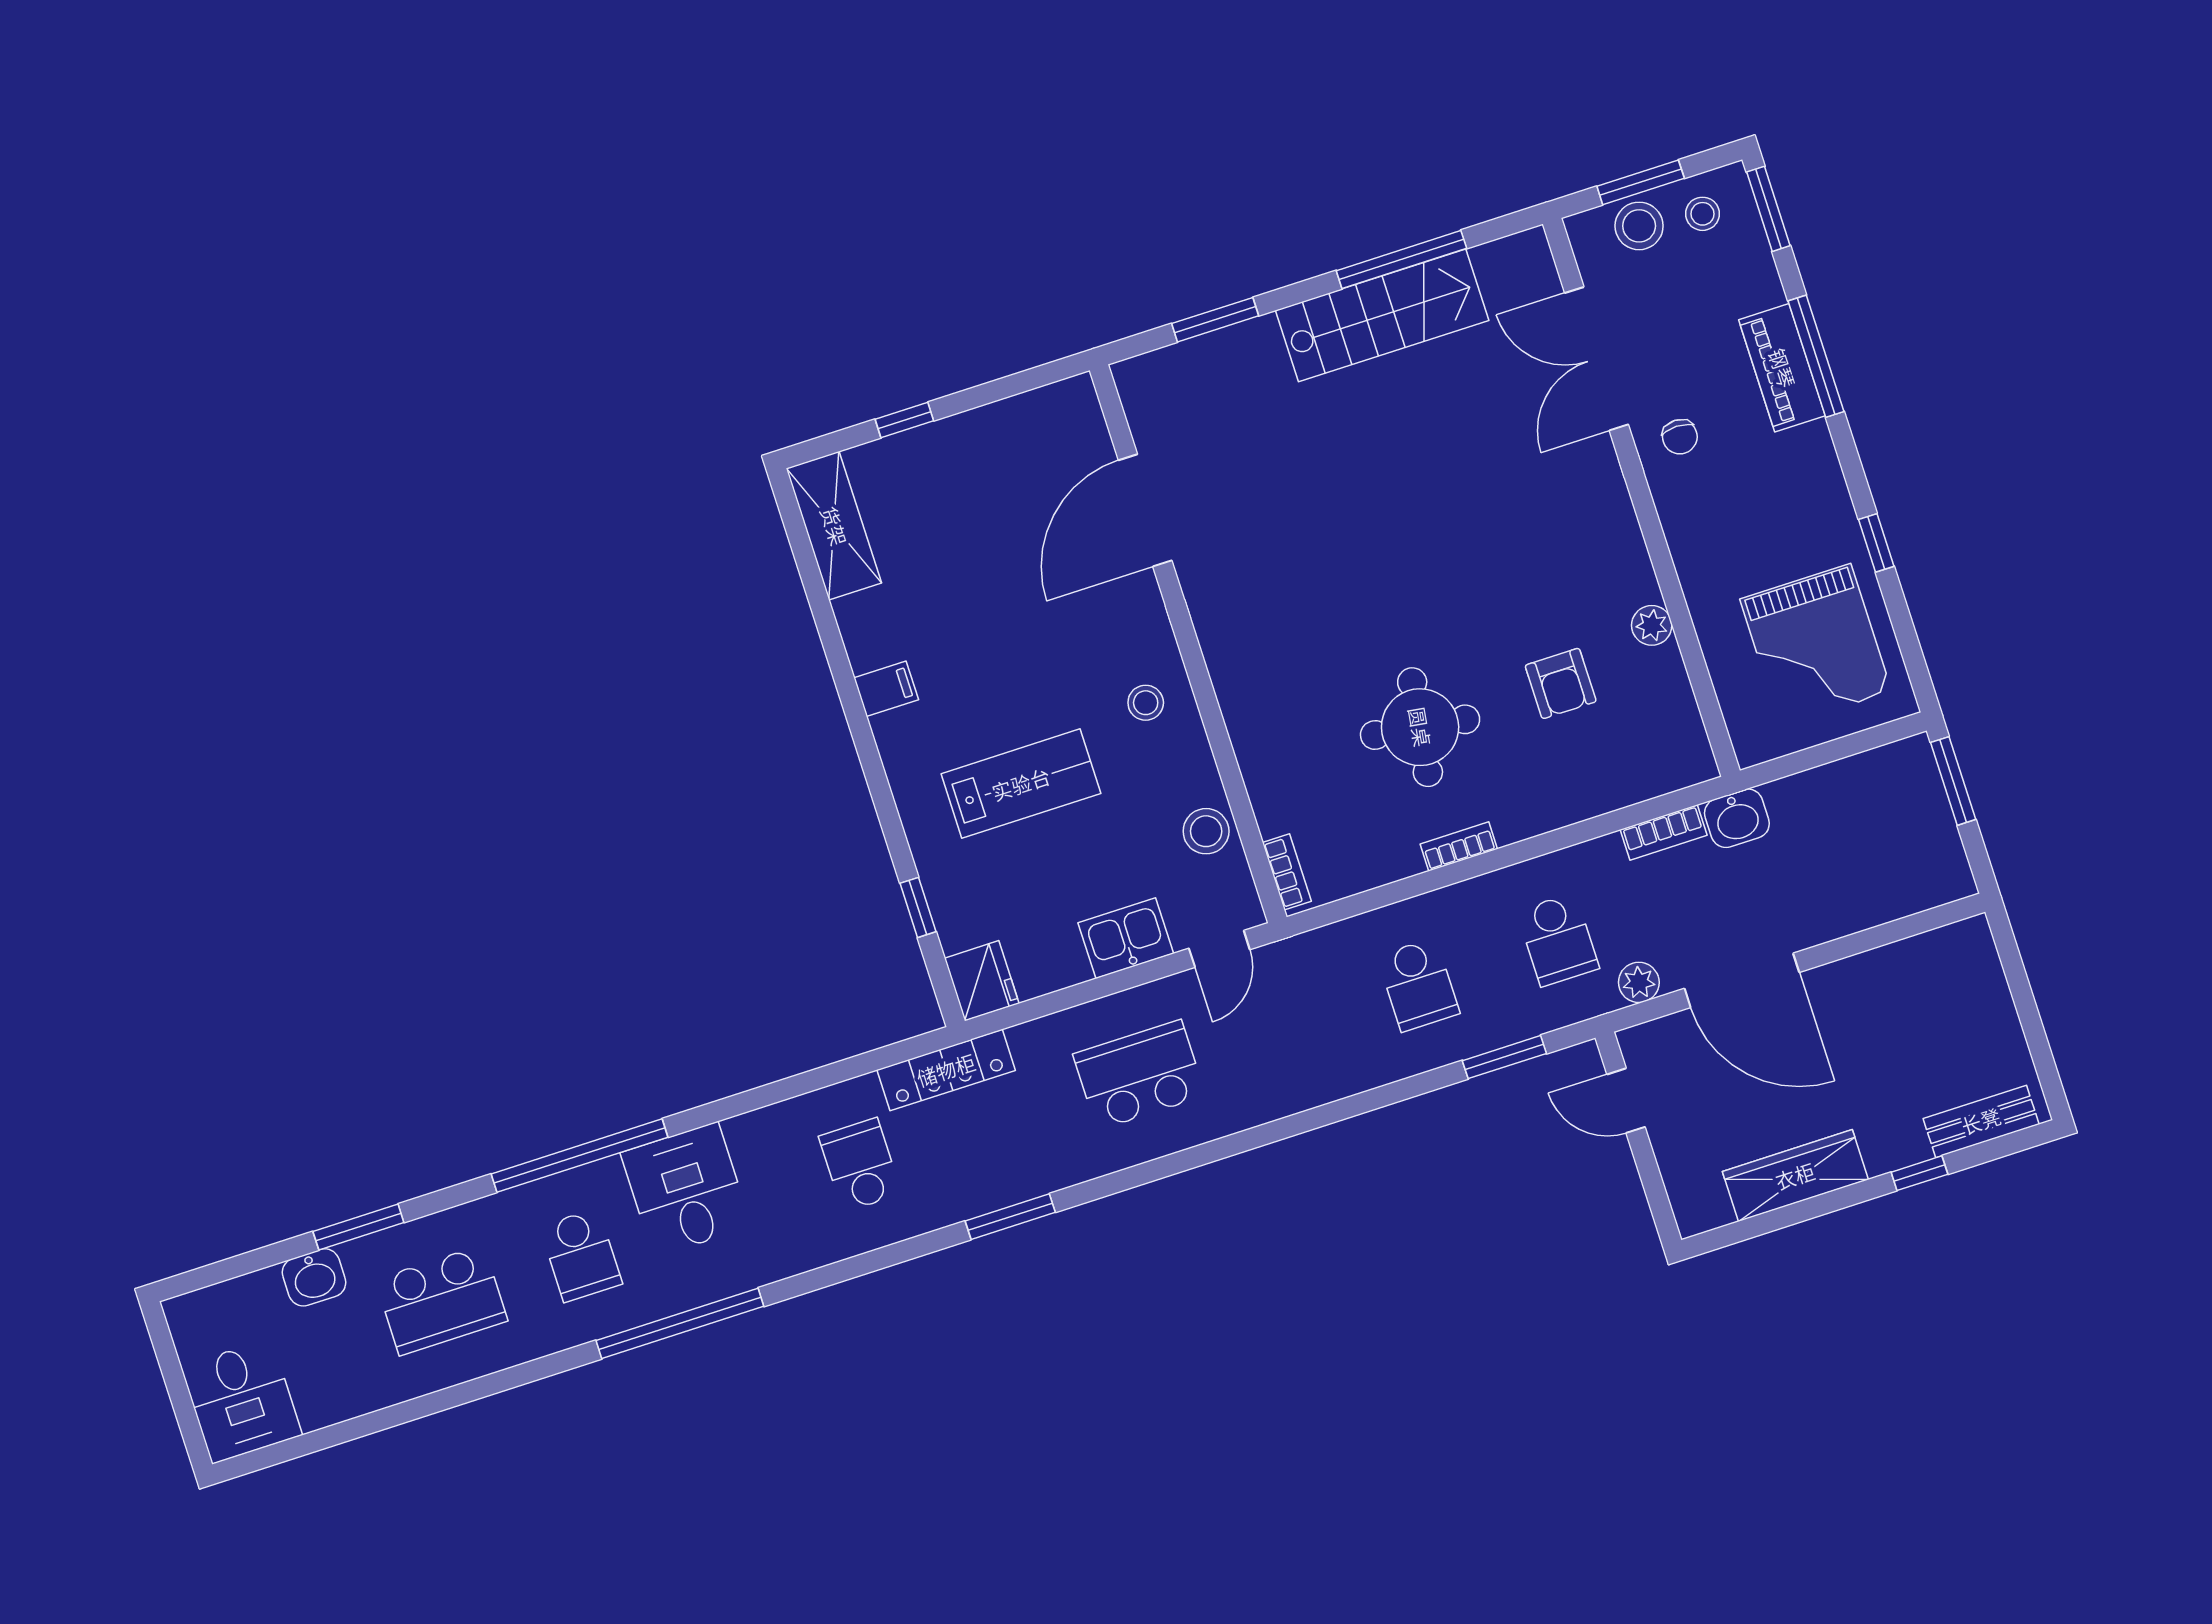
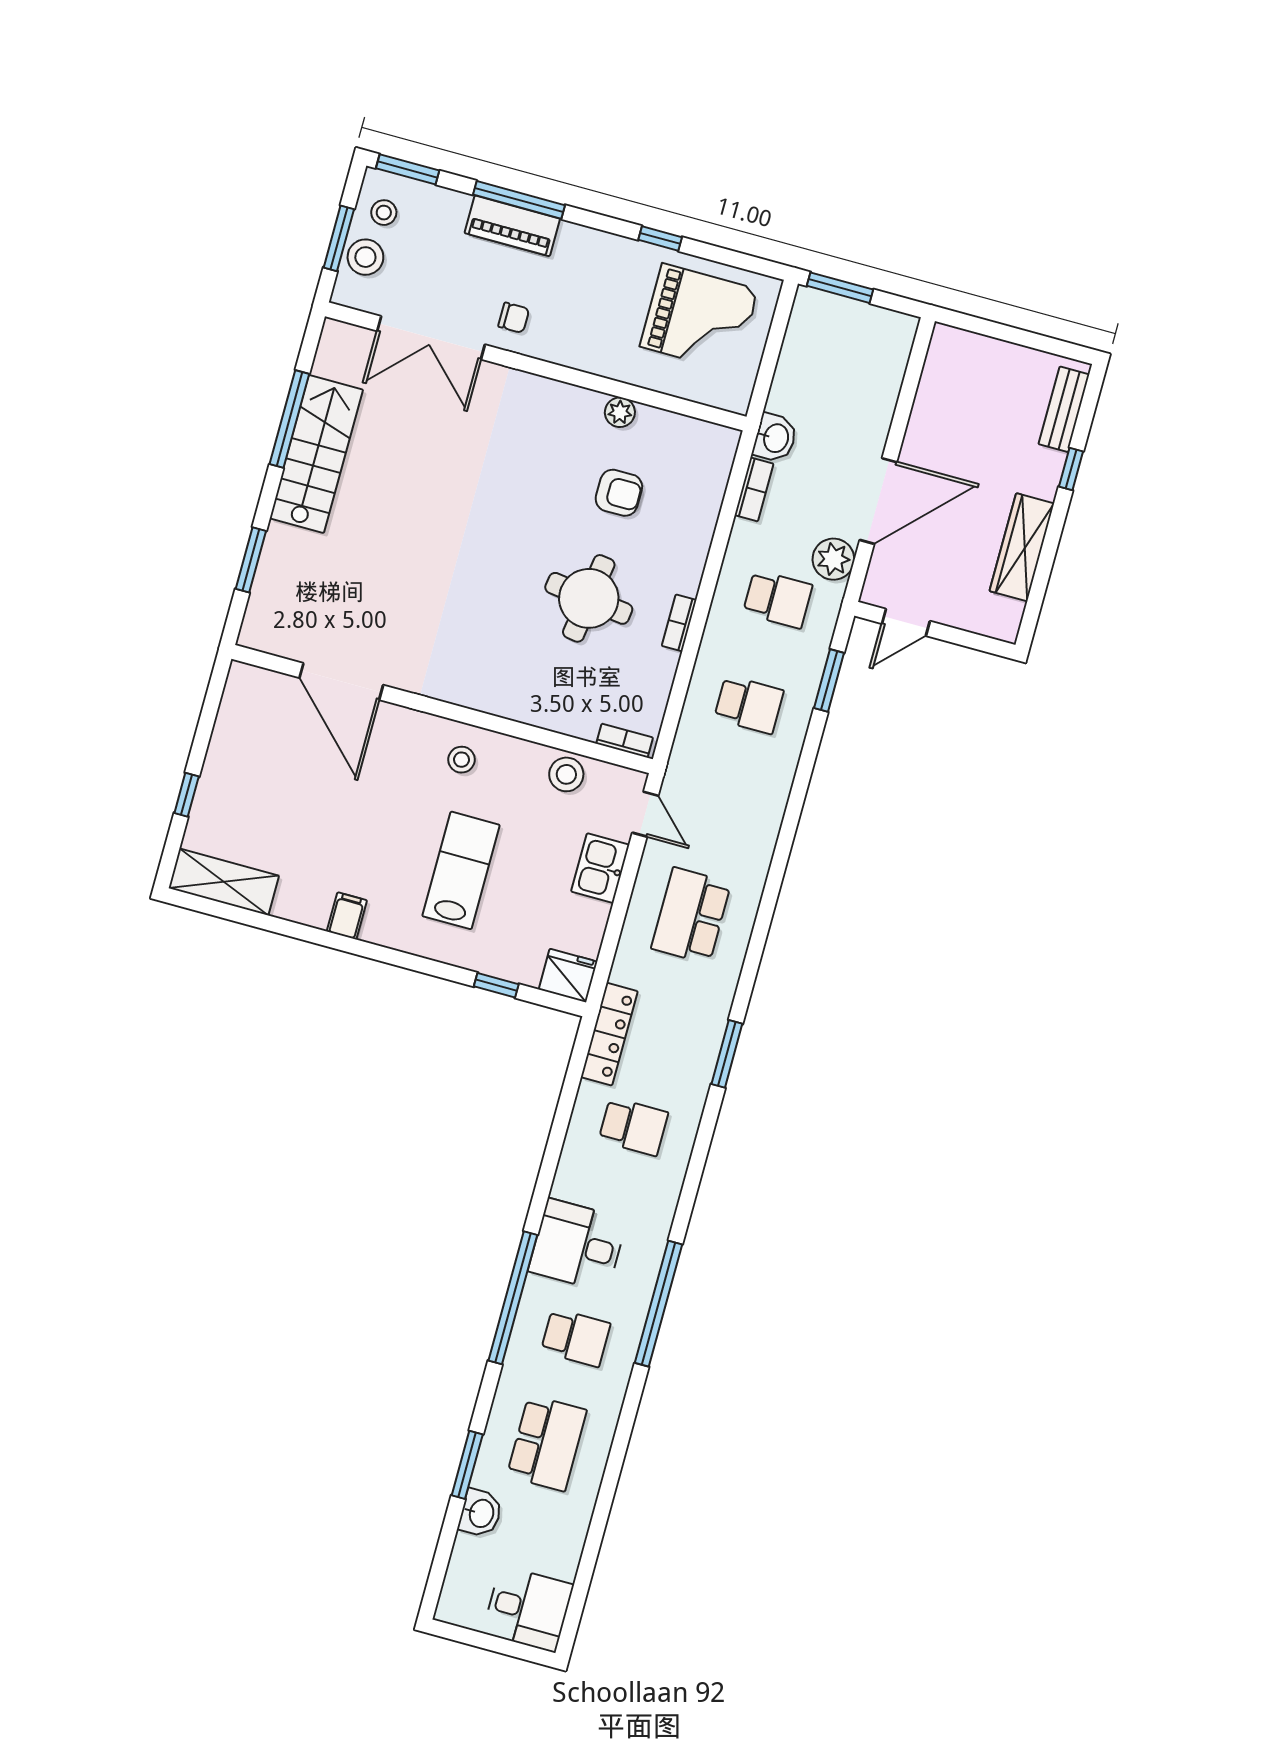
plant: (1639, 982) -> (833, 559), width x1.38, depth x1.38
school desk: (860, 1165) -> (633, 1127), turned 180

